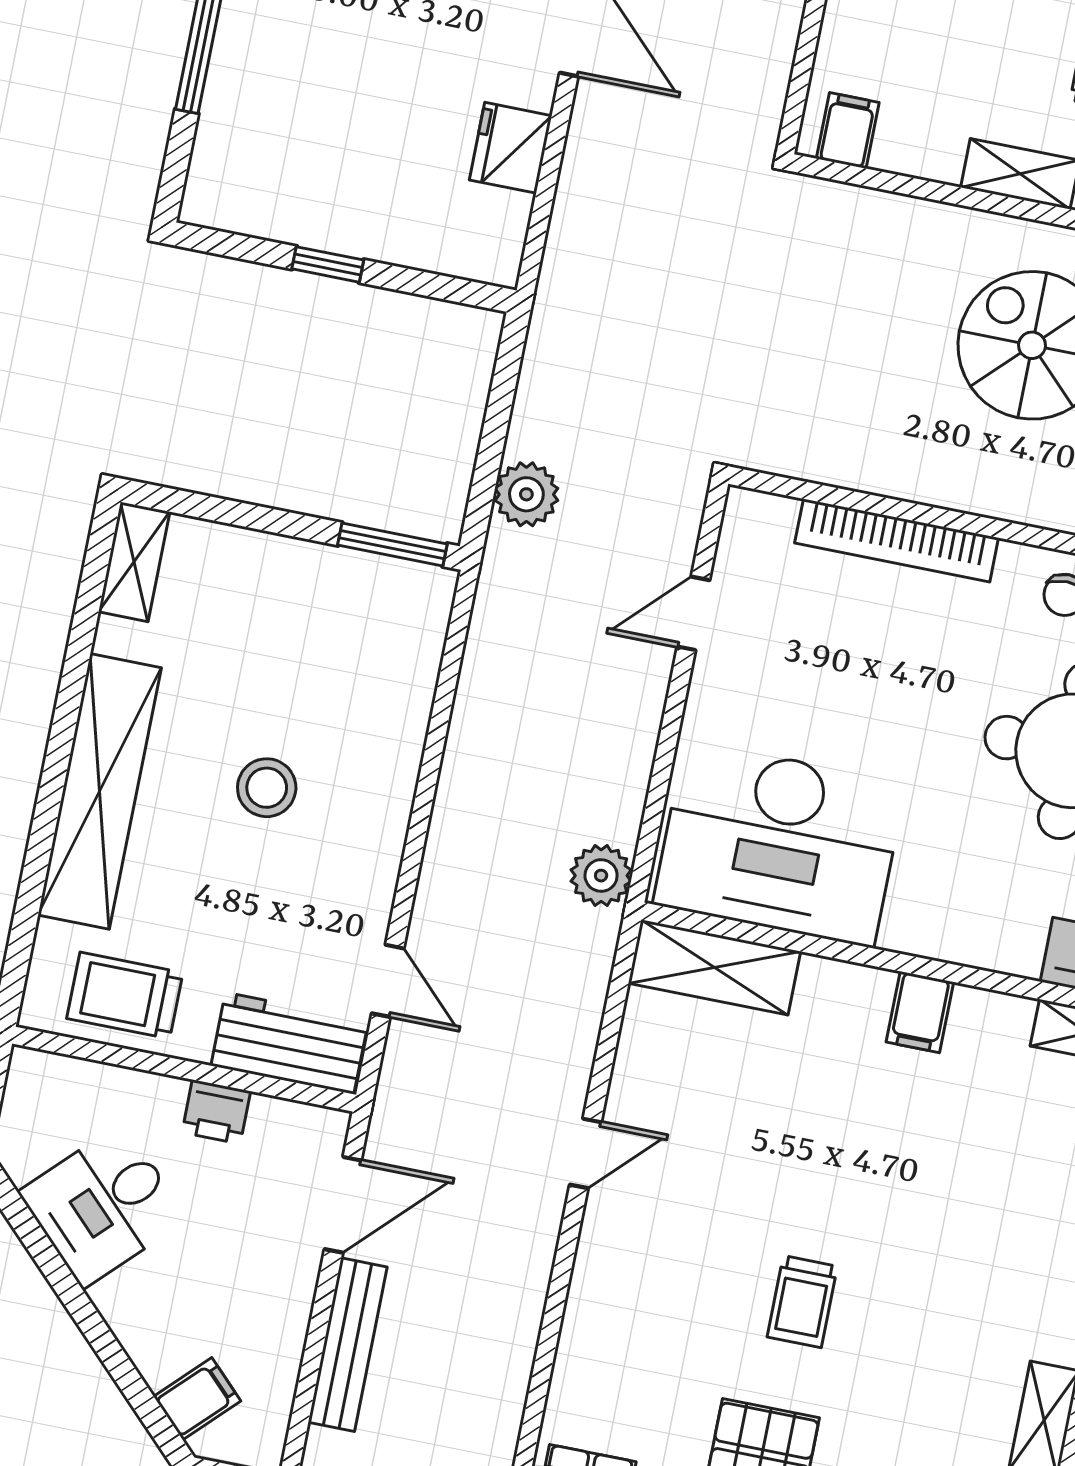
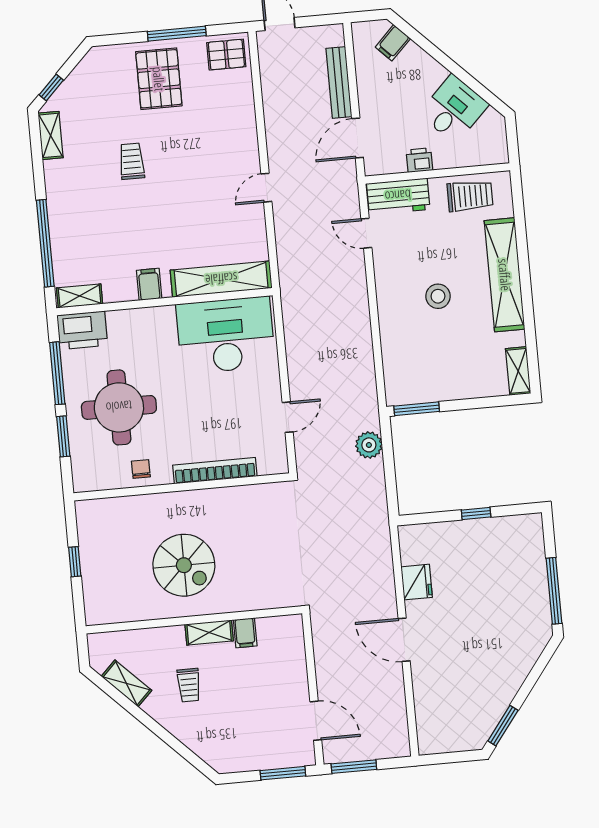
filing cabinet: (848, 131) -> (245, 633), moved
plant: (601, 876) -> (293, 301), removed
shelving: (714, 967) -> (221, 279), width x1.47
trolley: (802, 1302) -> (132, 161), moved

